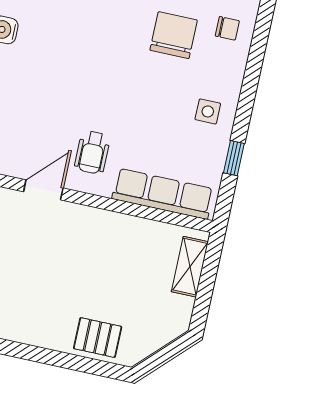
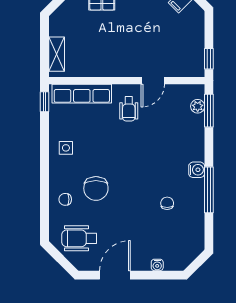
wheelchair: (92, 152) -> (129, 109), turned 180
window: (234, 158) -> (45, 102), moved

